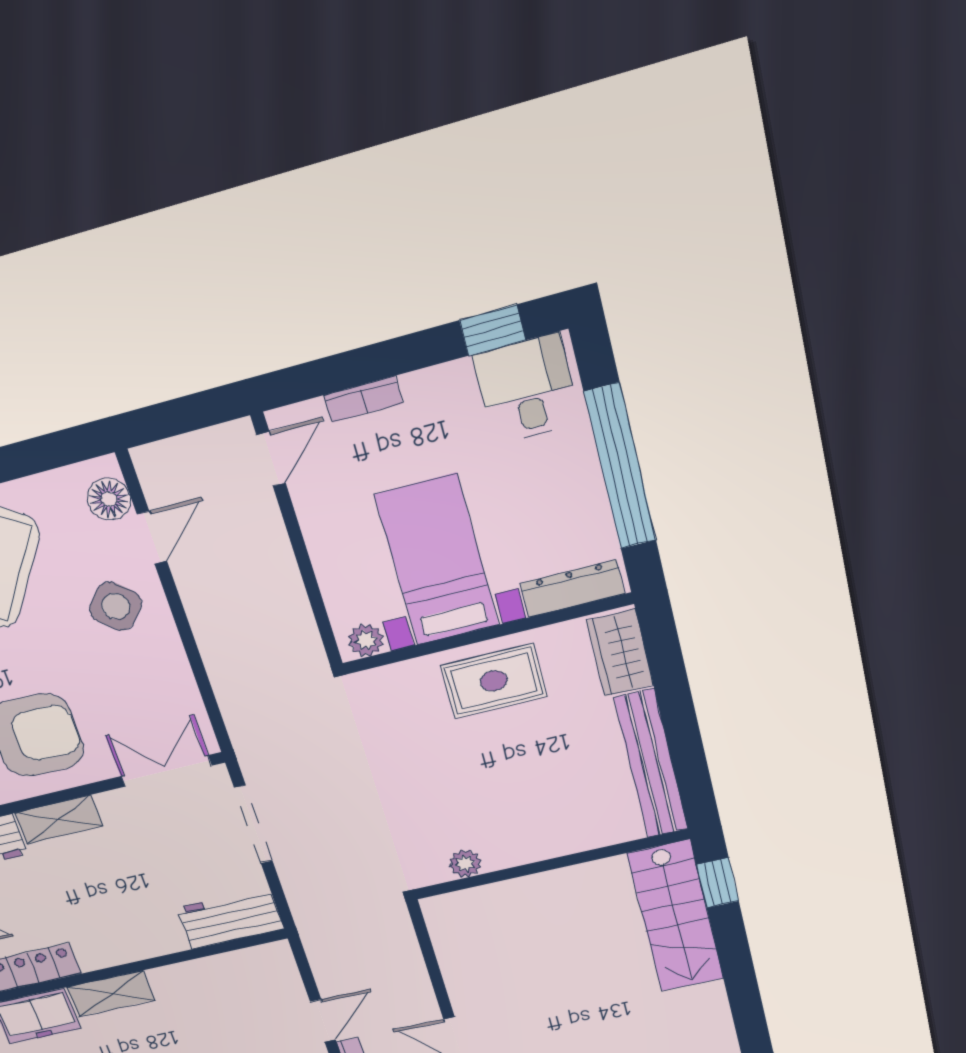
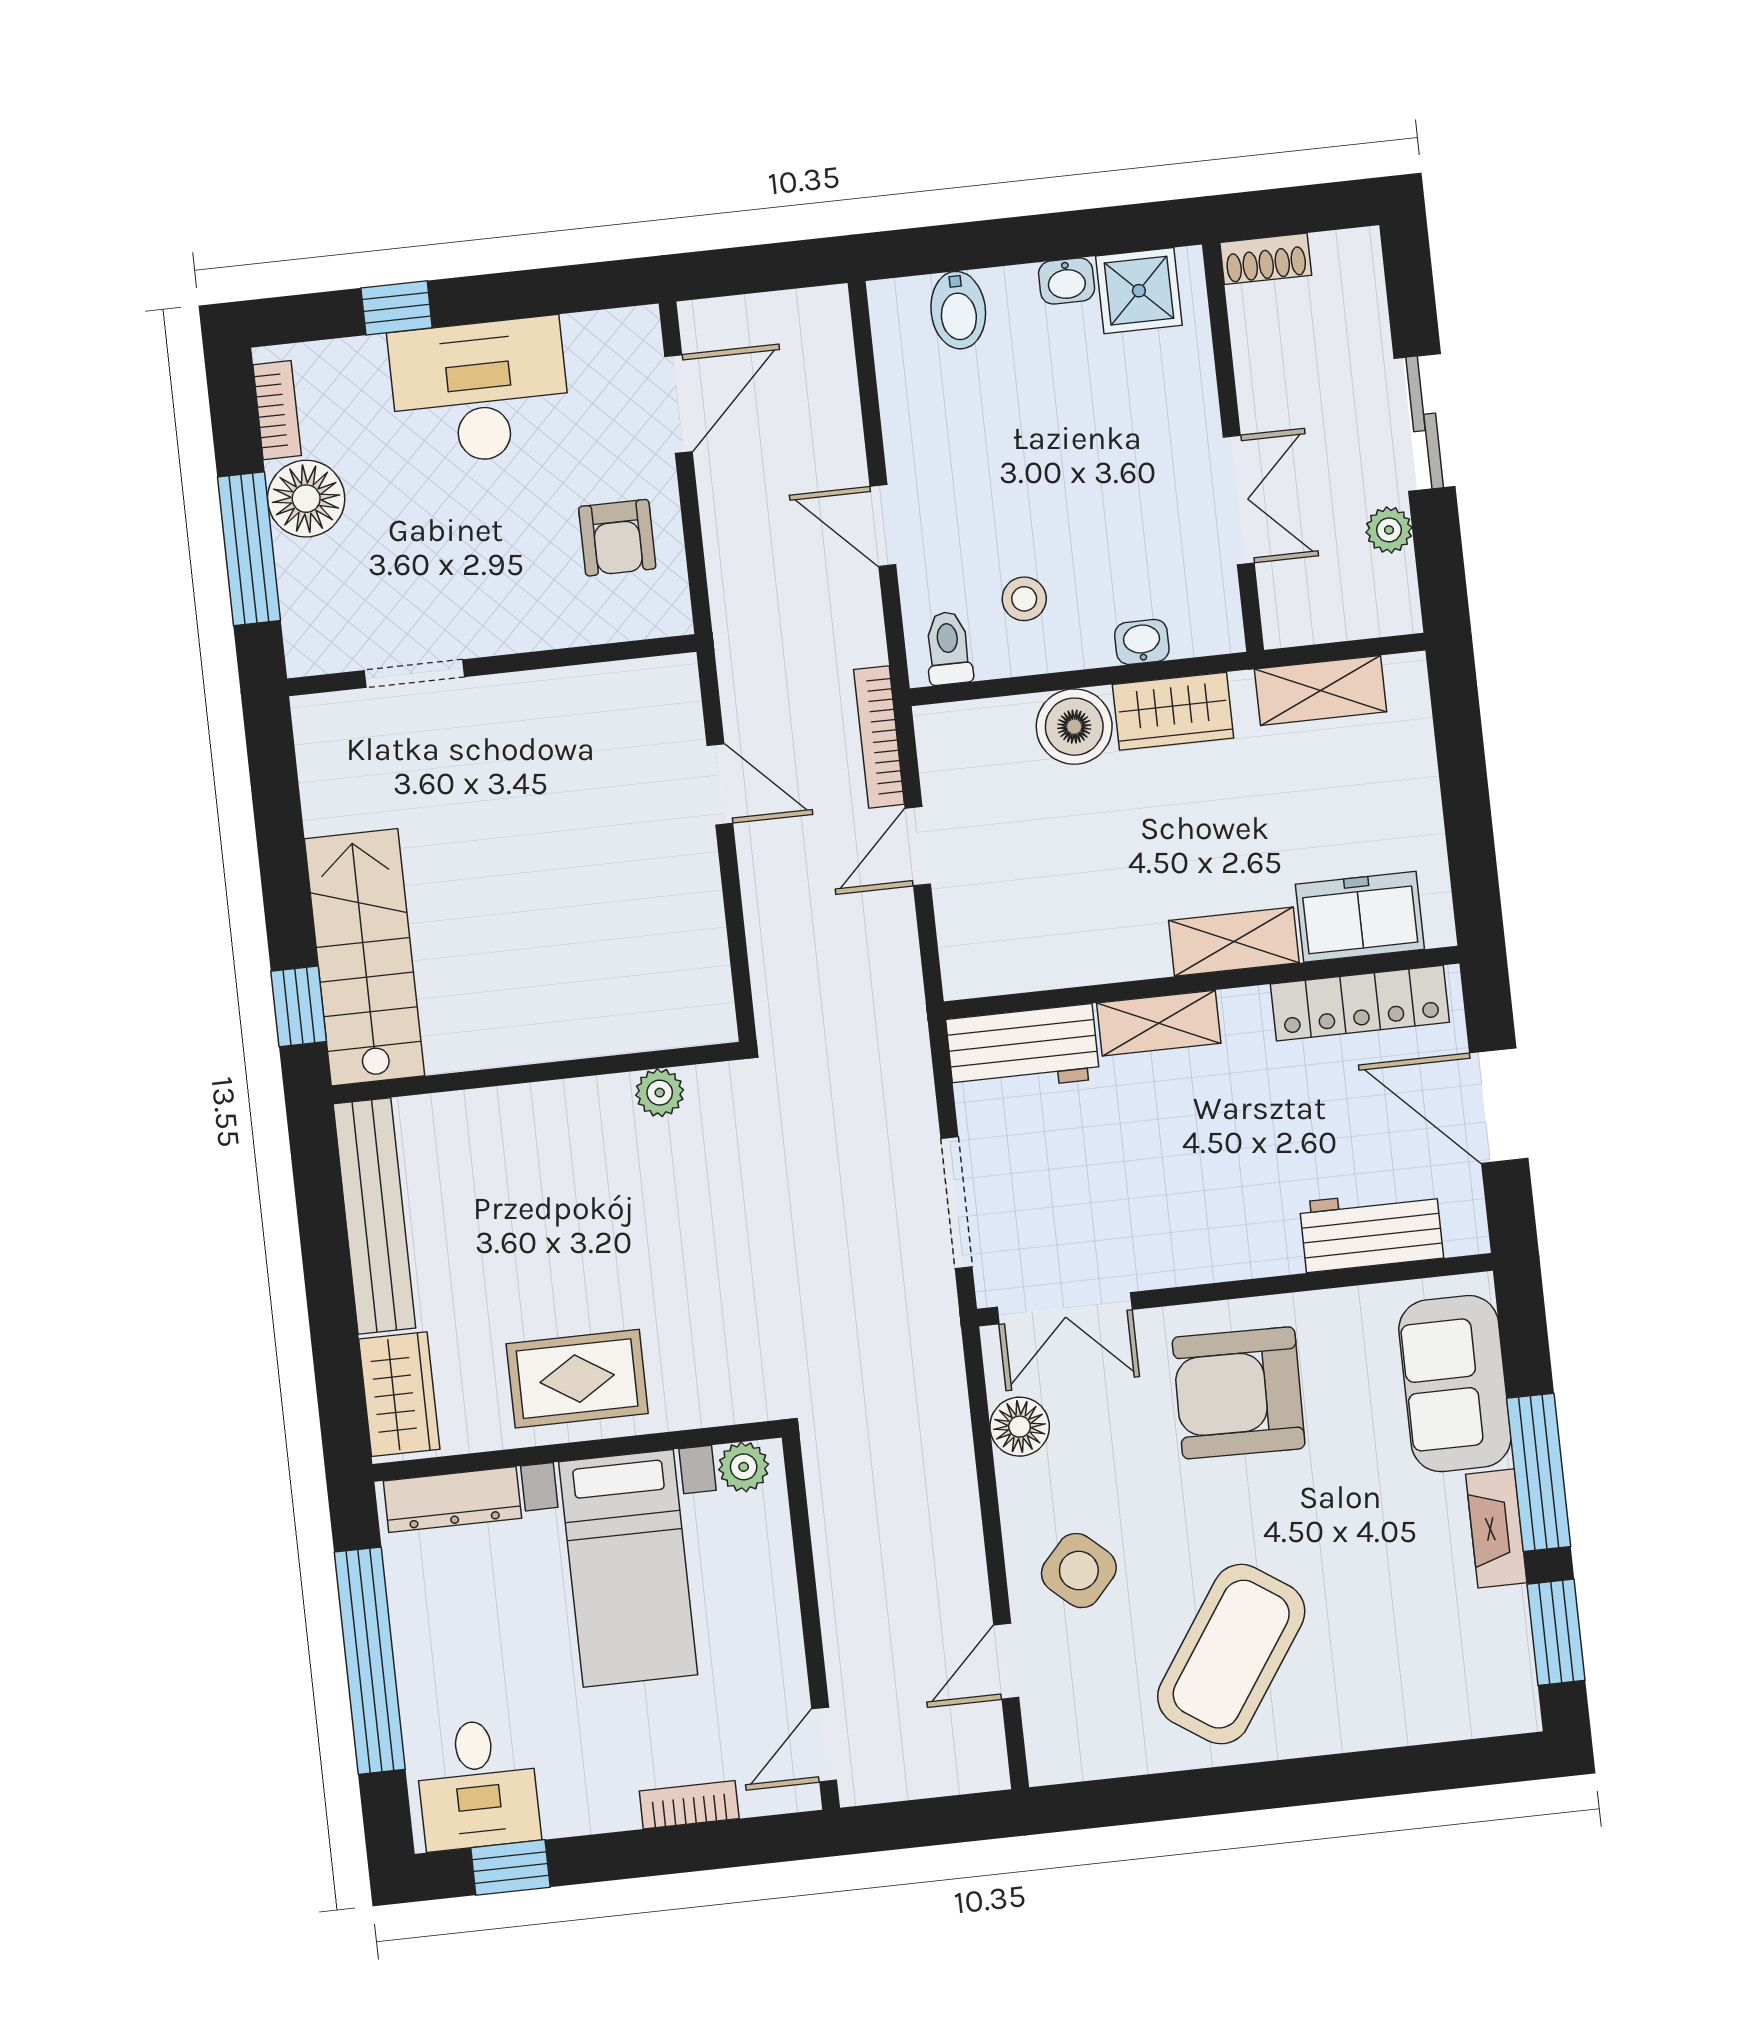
floor lamp: (109, 499) -> (1020, 1427), moved
shelving: (59, 819) -> (1159, 1023), moved

